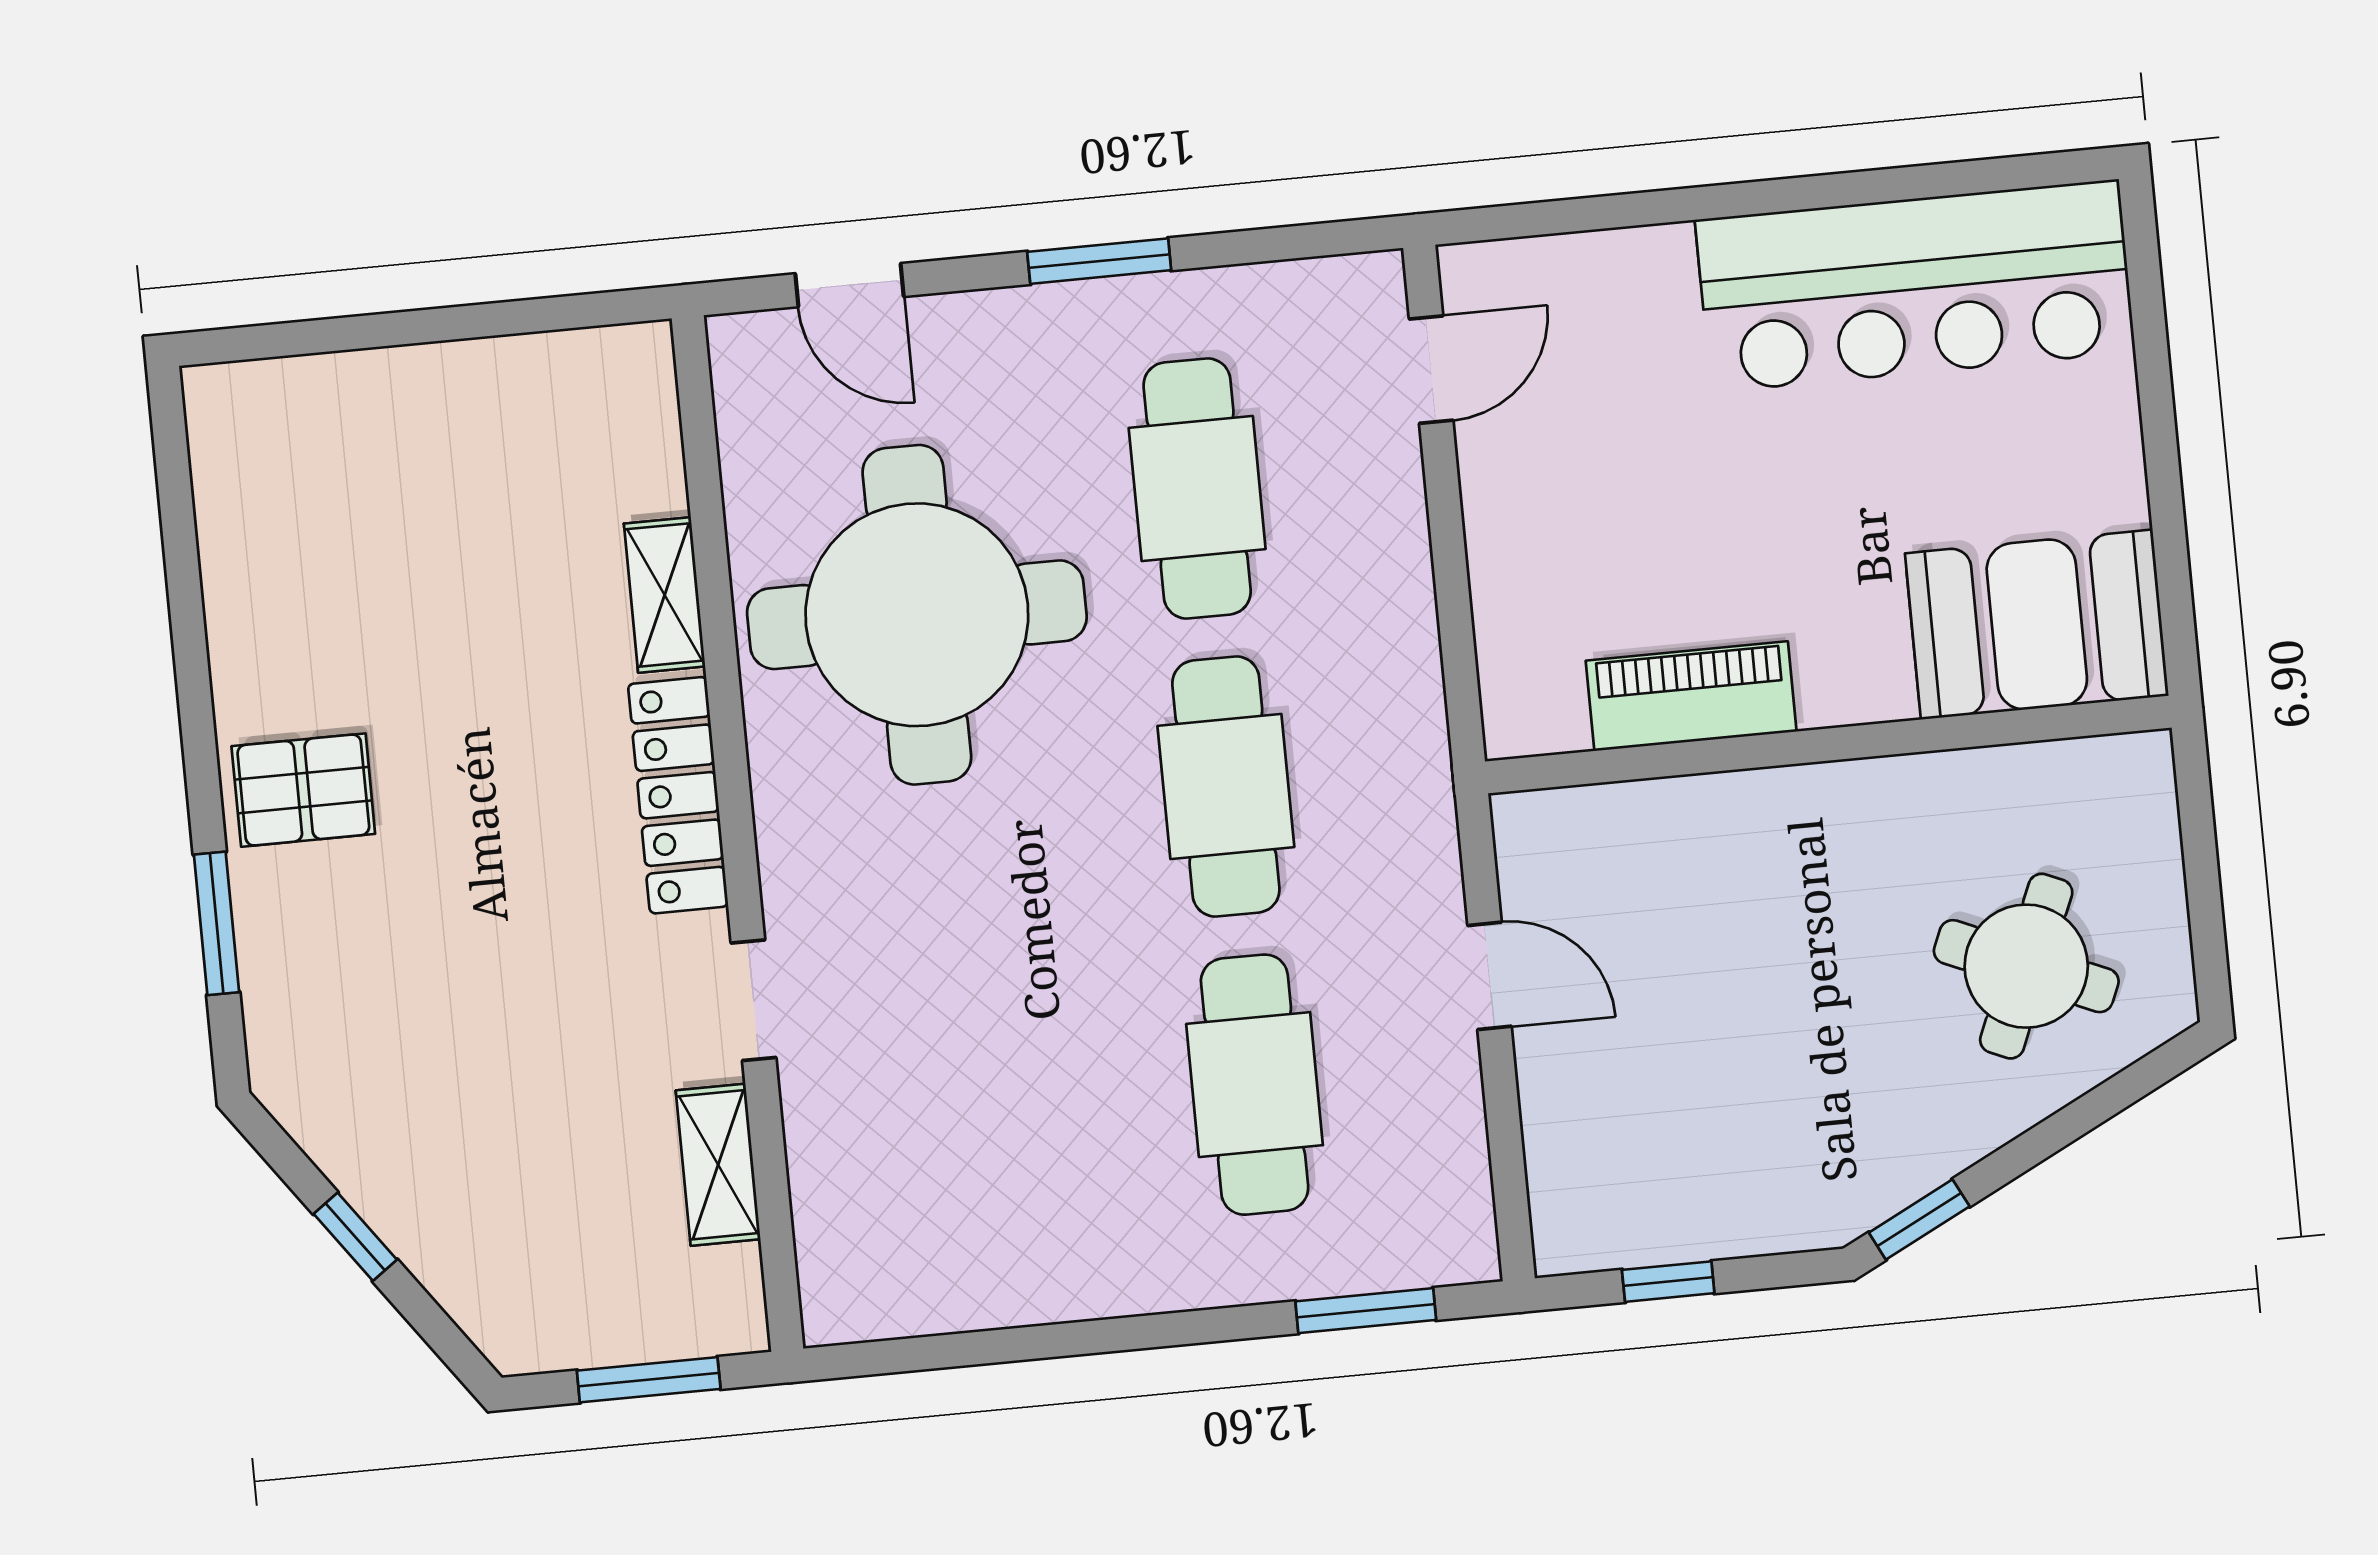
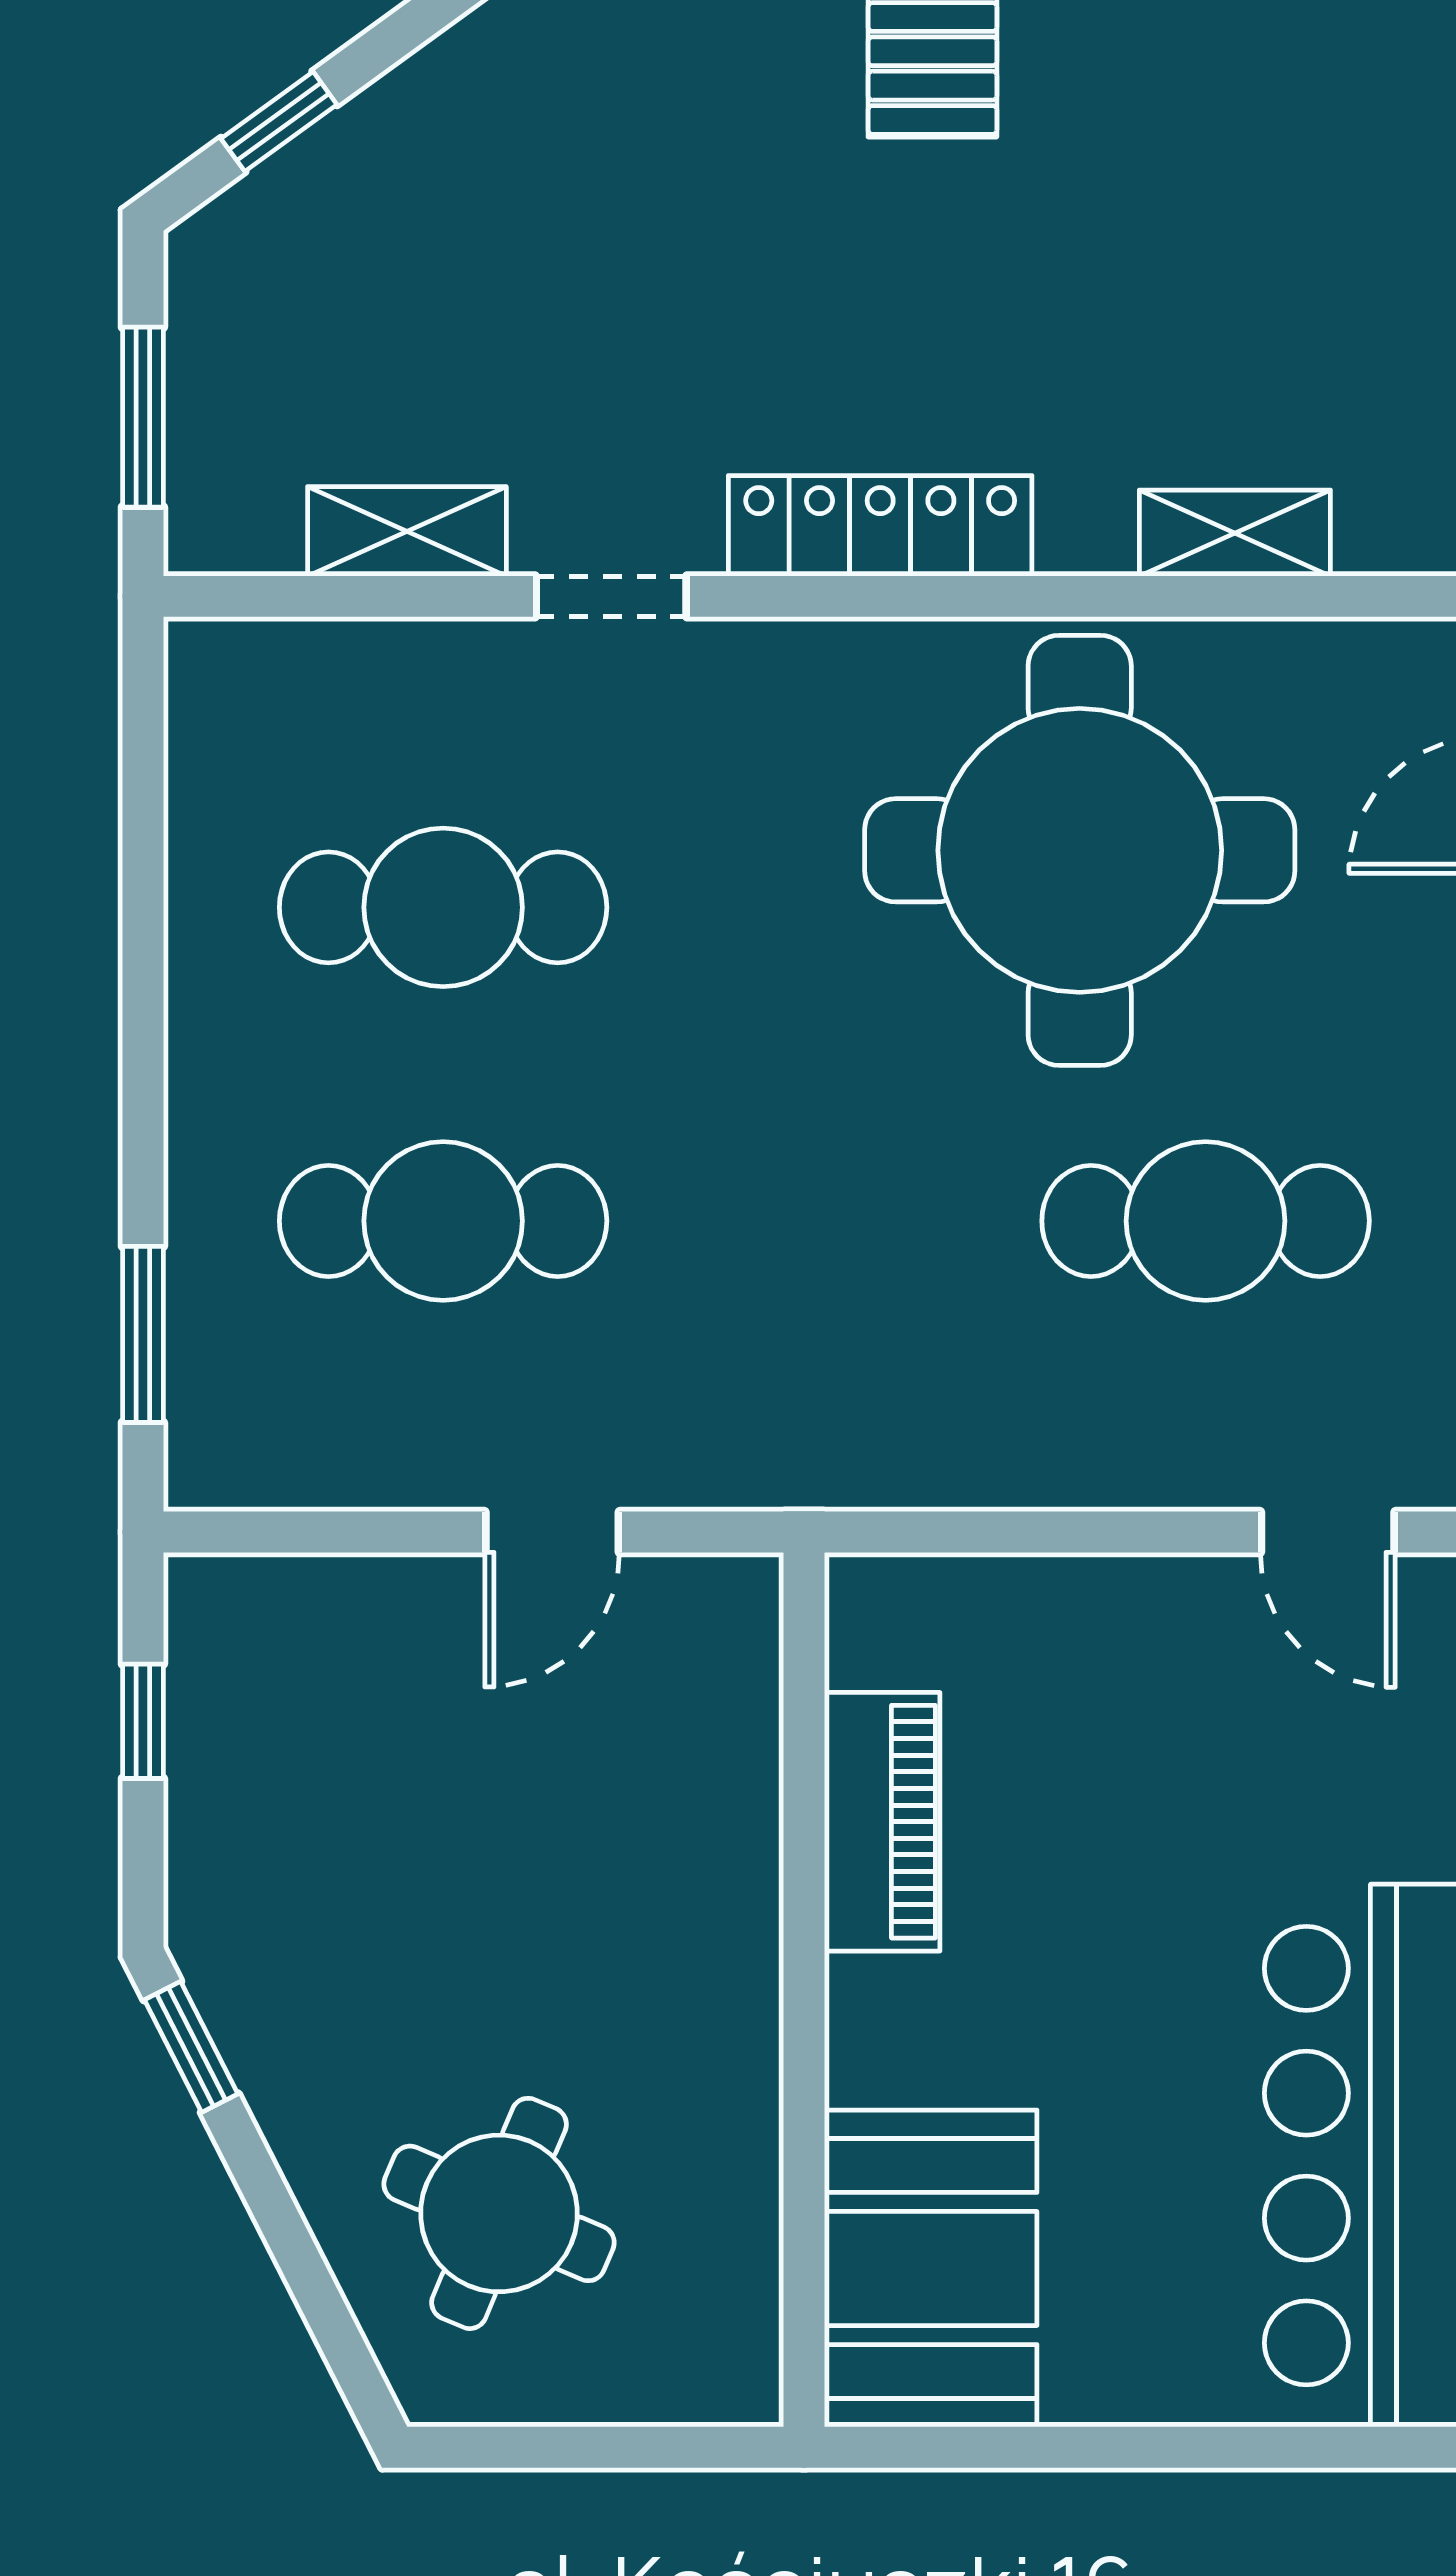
shelving: (665, 595) -> (1235, 533), moved
cafe table: (1226, 787) -> (443, 907), moved
window: (355, 1237) -> (279, 122), moved

